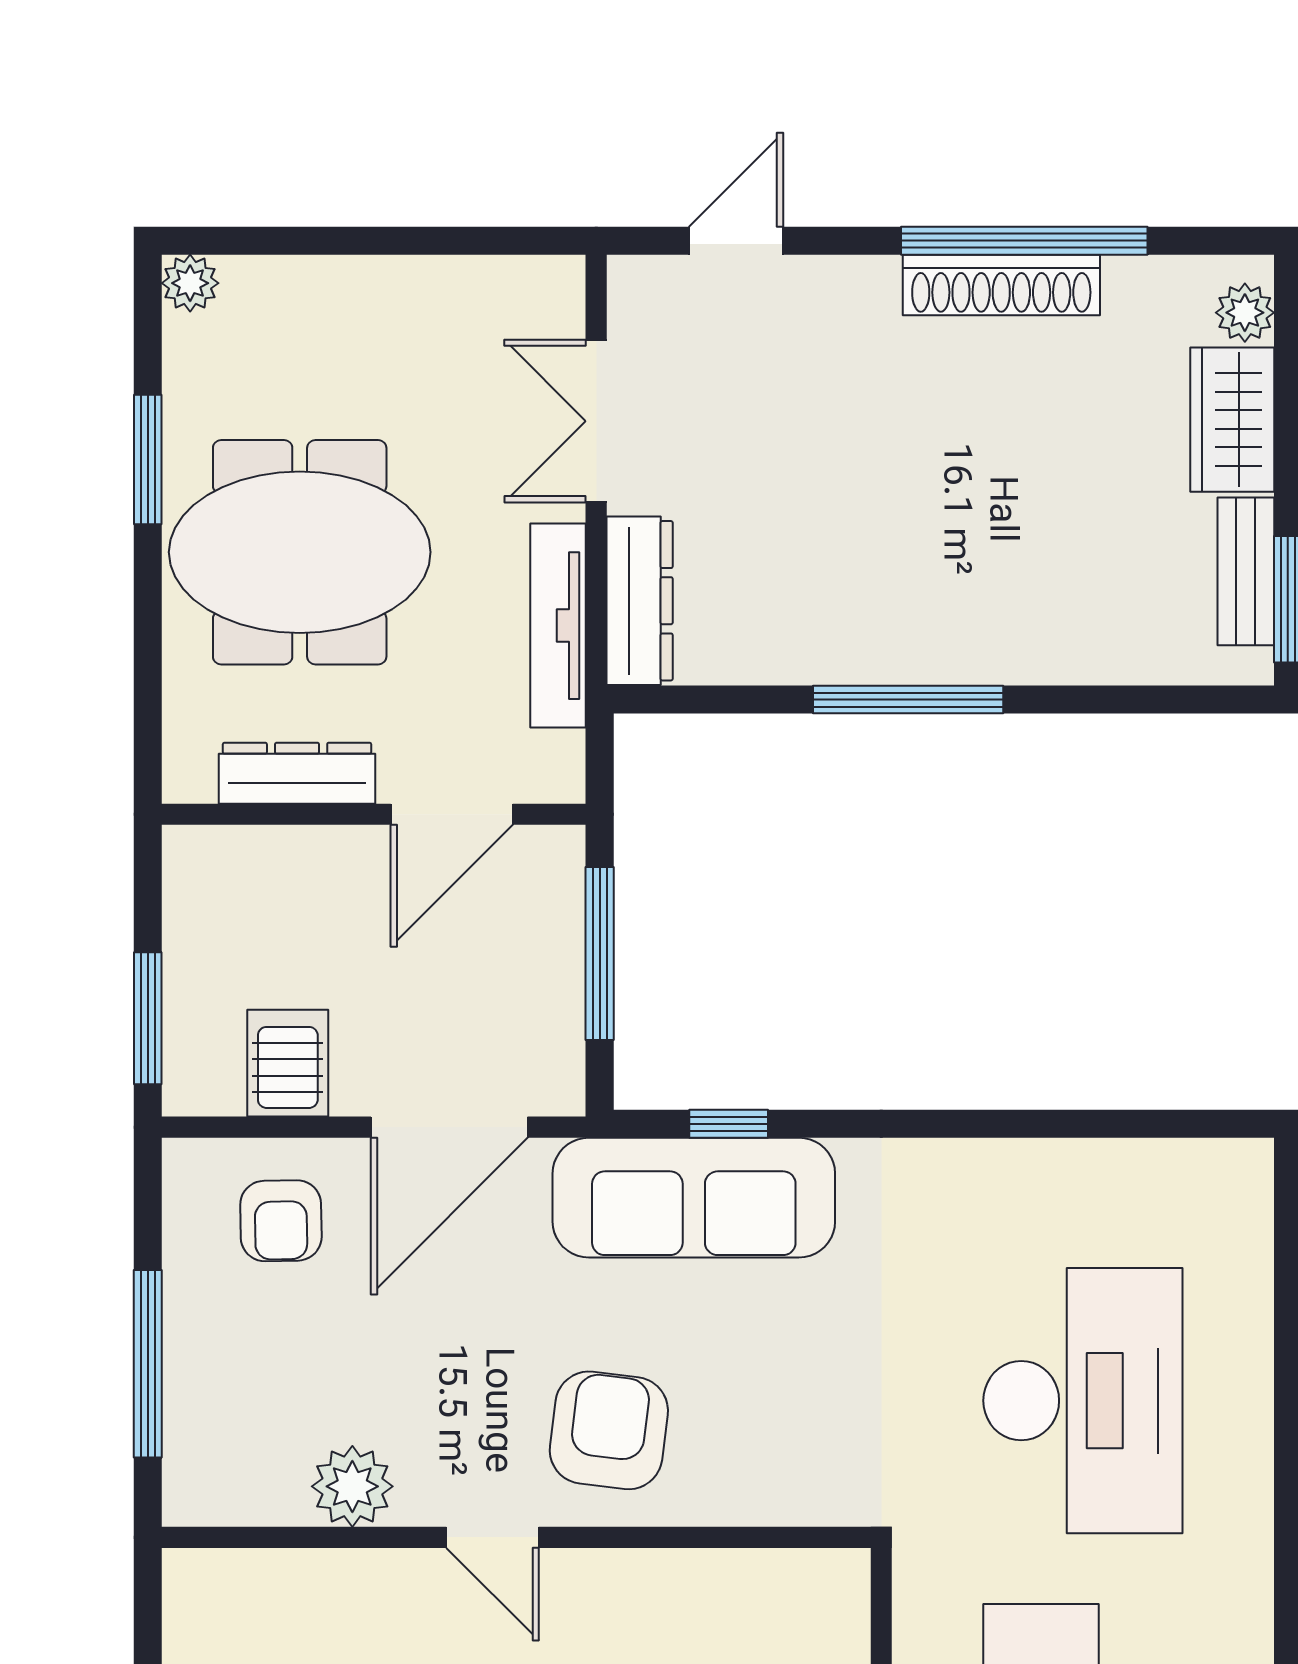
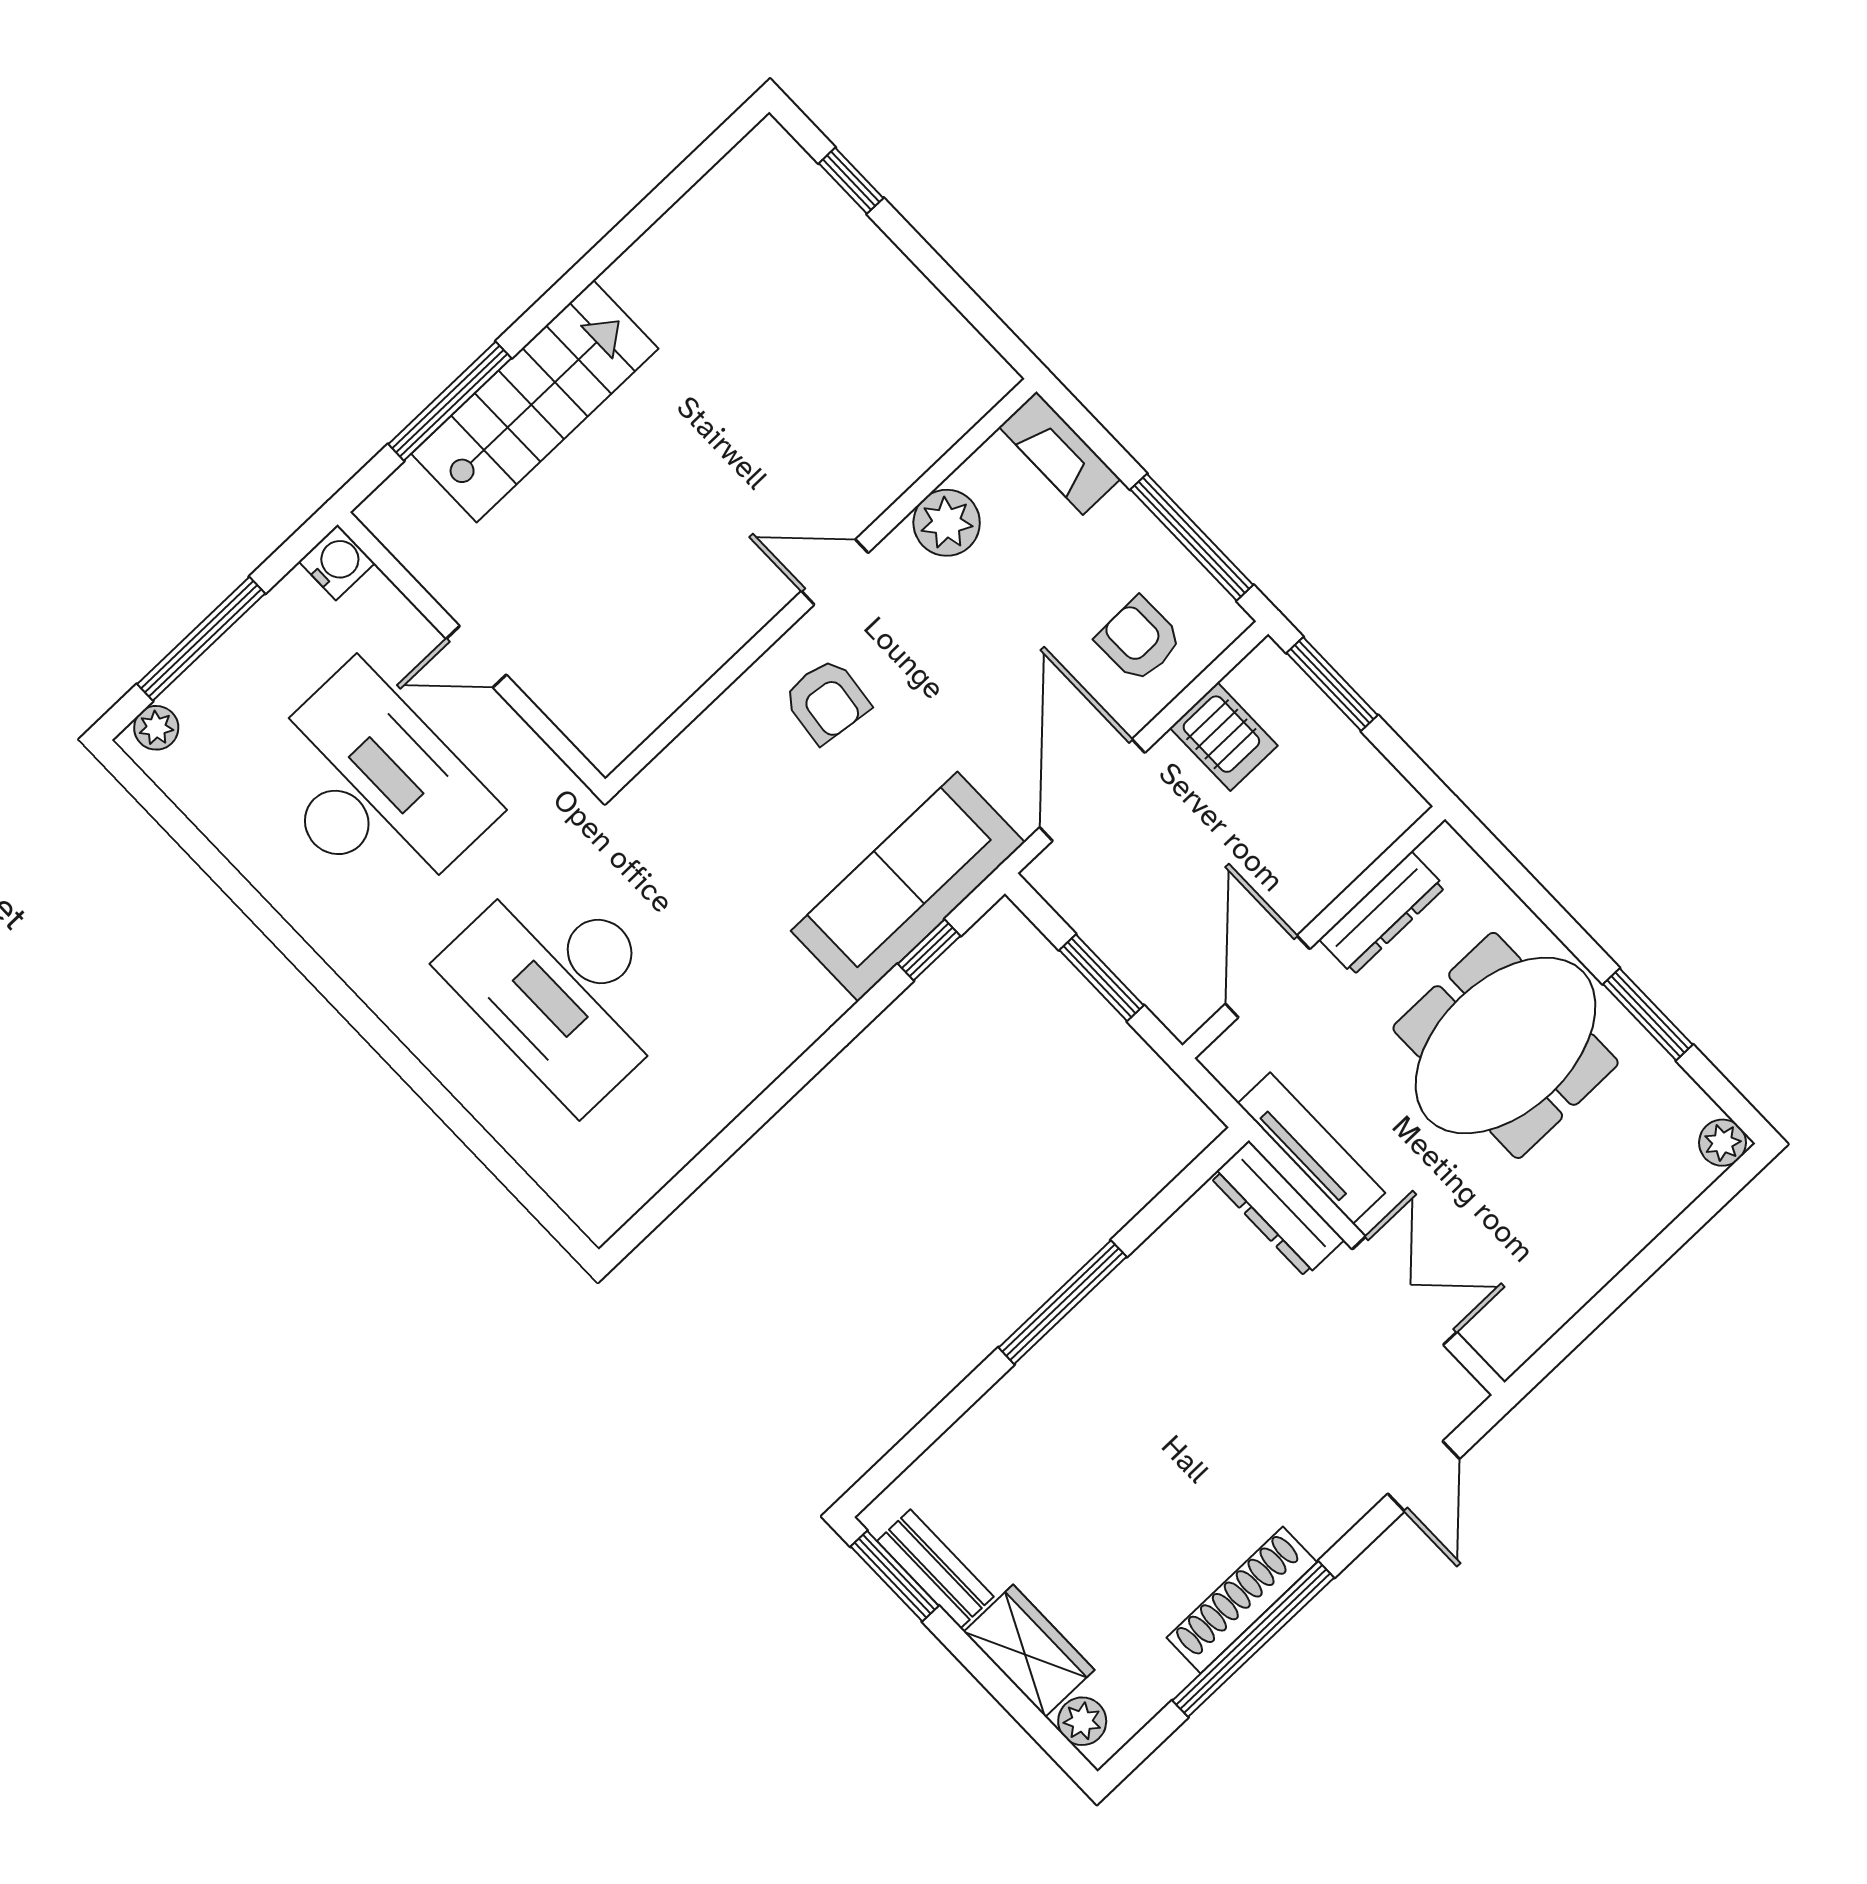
window: (600, 953) -> (1102, 978), width x0.69
window: (148, 1364) -> (1192, 537), moved
armchair: (609, 1430) -> (827, 701), width x0.72, depth x0.72
fireplace: (193, 1453) -> (1060, 453), added

